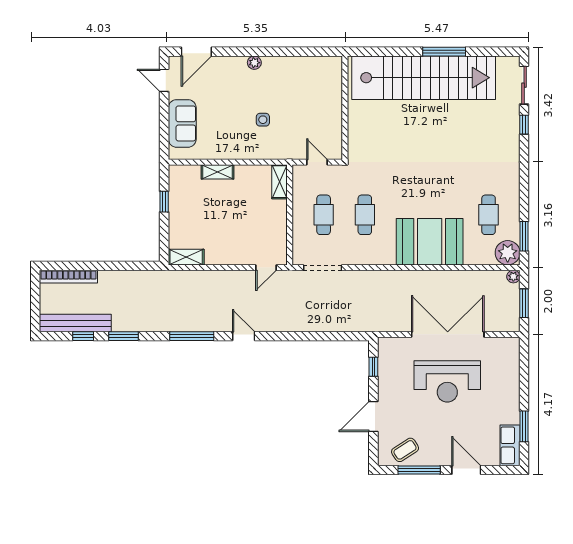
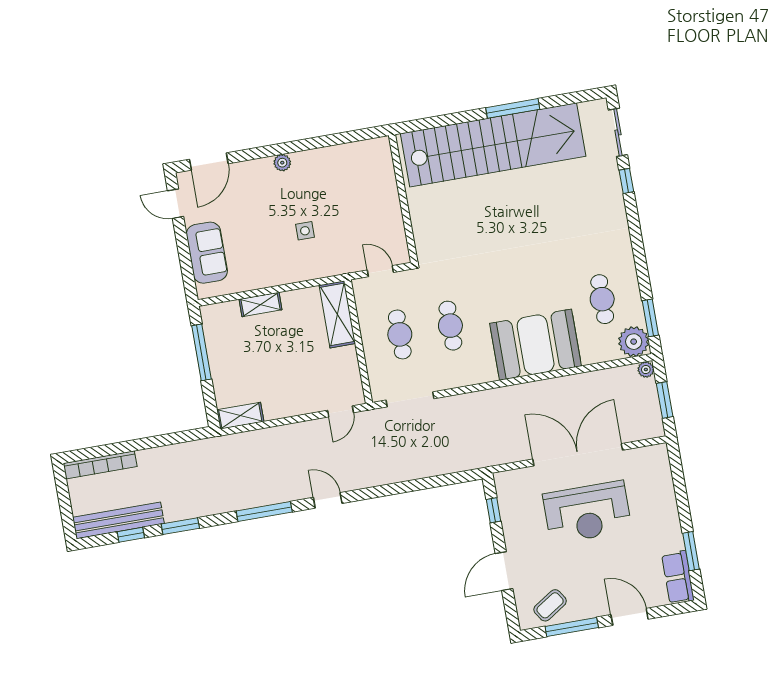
shelving: (280, 182) -> (337, 314), width x1.50, depth x1.33
window: (164, 202) -> (201, 352), width x2.17

